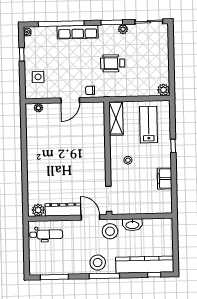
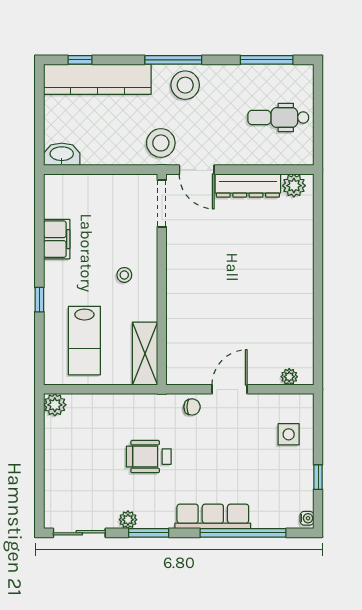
wheelchair: (113, 63) -> (149, 457), turned 180
washbasin: (132, 225) -> (62, 154), moved
dental chair: (46, 234) -> (278, 118), moved

